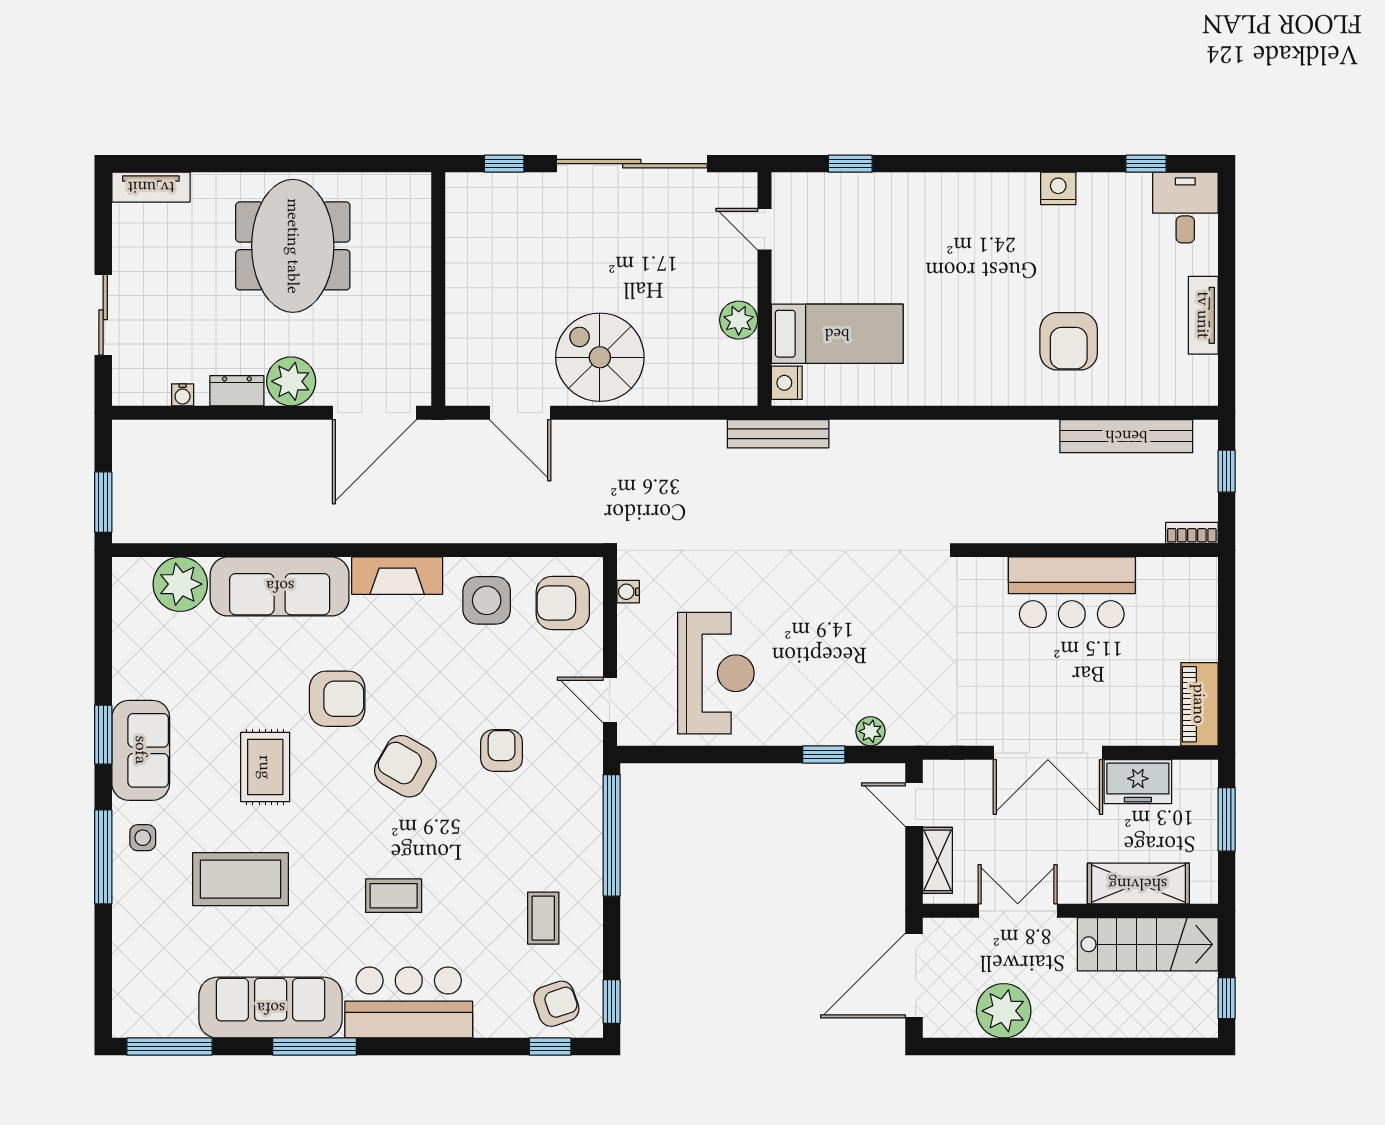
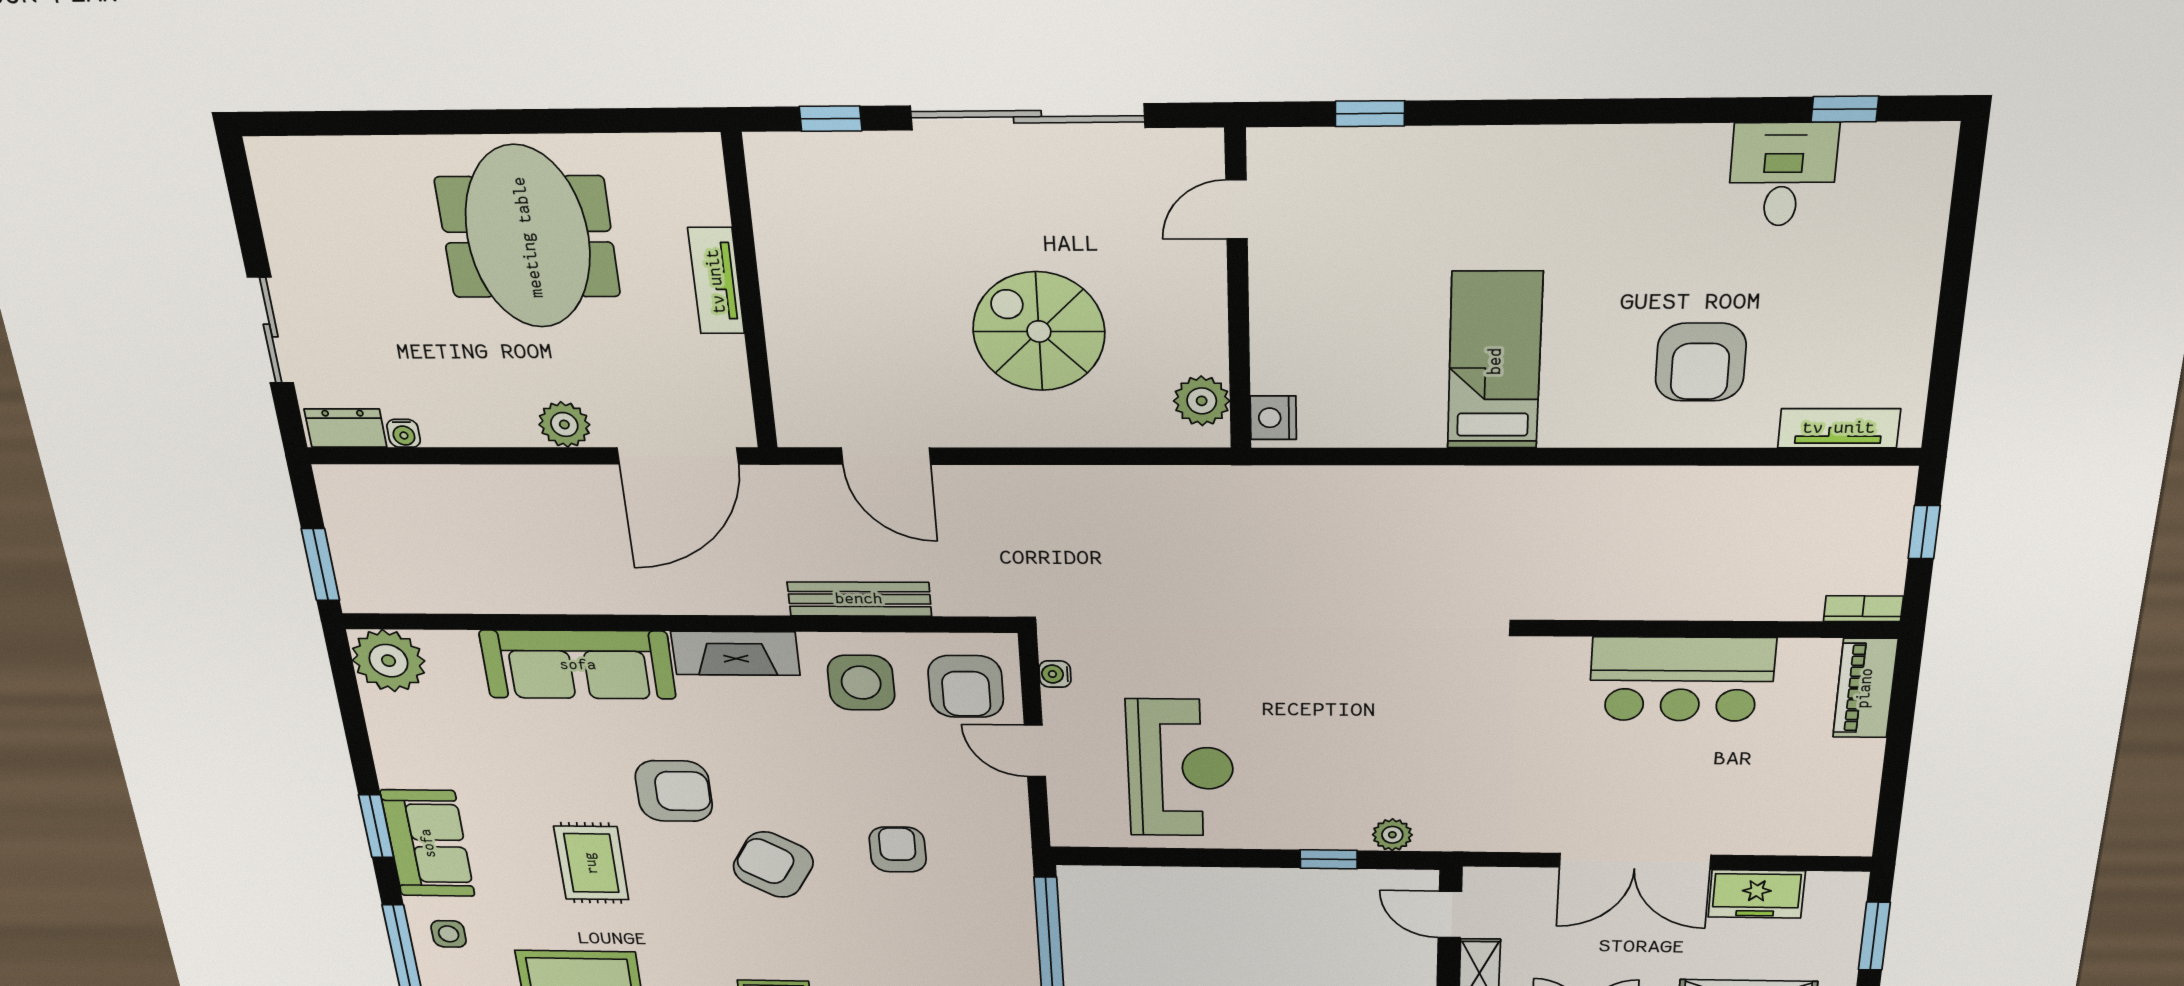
tv unit: (151, 187) -> (716, 281), moved, turned 90
nightstand: (1058, 188) -> (1700, 147), removed
desk: (1185, 208) -> (1783, 174), moved
door: (765, 229) -> (1236, 209), hinge flipped
tv unit: (1203, 315) -> (1839, 428), moved, turned 90
plant: (739, 320) -> (1202, 401), moved
bed: (837, 334) -> (1495, 361), moved, turned -90
spiral stairs: (600, 357) -> (1039, 331), moved
plant: (291, 381) -> (564, 425), width x0.73, depth x0.73
dresser: (237, 391) -> (345, 428), moved
bench: (778, 434) -> (859, 599), moved
bench: (1126, 436) -> (1778, 487), removed
plant: (180, 584) -> (389, 661), moved
armchair: (563, 603) -> (966, 686), turned -90
door: (610, 700) -> (1035, 751), moved
piano: (1199, 704) -> (1865, 688), moved

